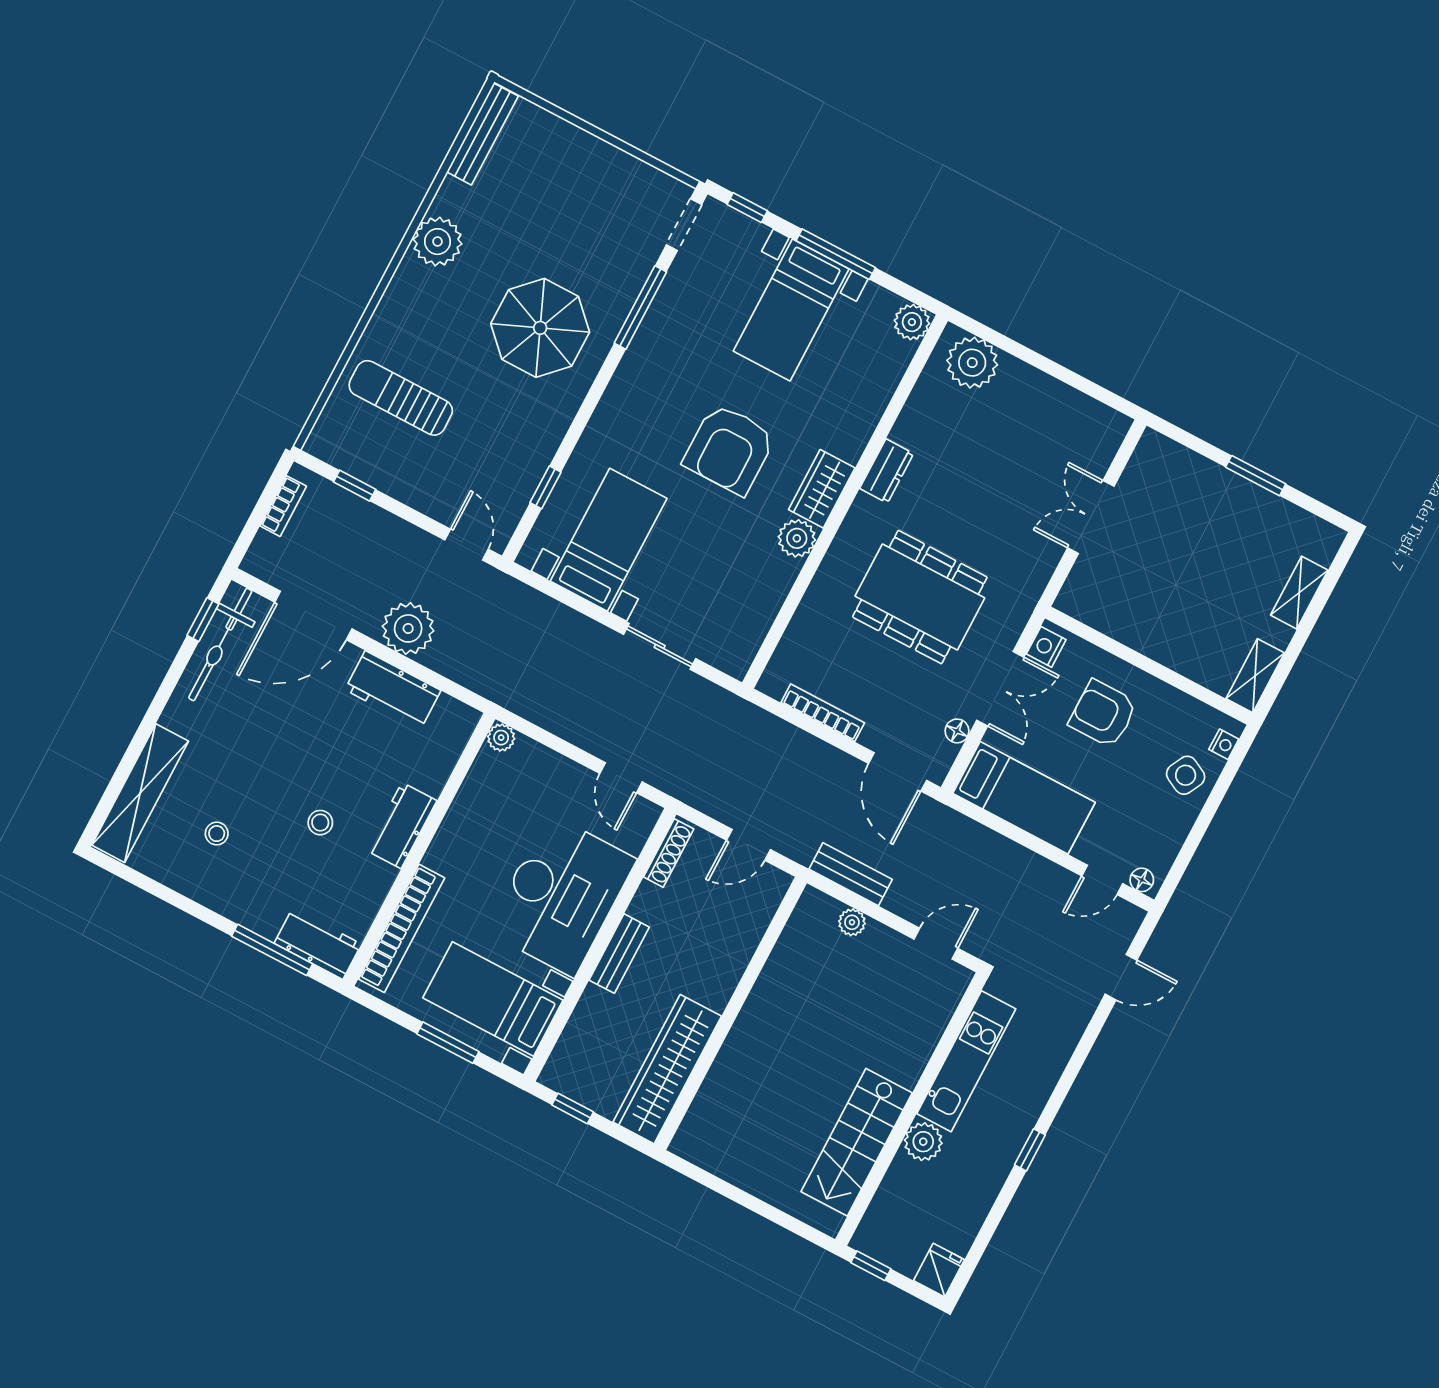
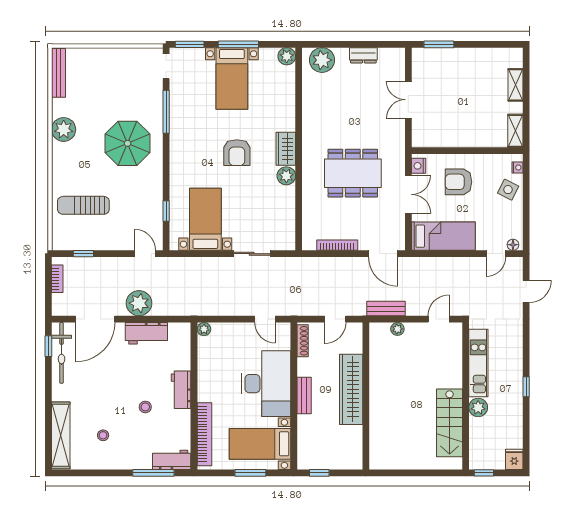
window: (747, 208) -> (190, 44), width x1.50
armchair: (729, 449) -> (237, 153), width x0.73, depth x0.73
dresser: (887, 471) -> (363, 55), moved, turned 90
window: (1256, 476) -> (439, 44), moved
floor lamp: (957, 731) -> (399, 222), removed
wardrobe: (667, 1069) -> (351, 389), moved

